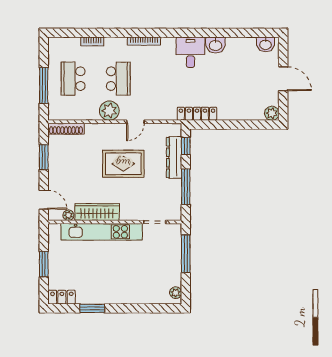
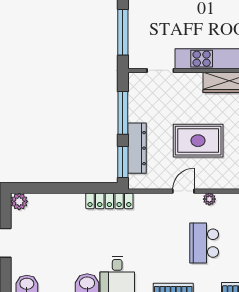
plant: (109, 111) -> (209, 199), width x0.53, depth x0.53
window: (186, 146) -> (123, 162), width x1.50

